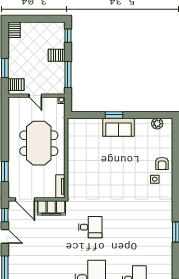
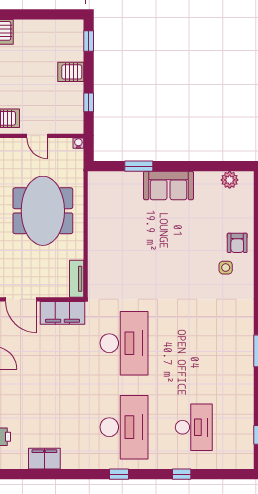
window: (68, 74) -> (89, 102), width x0.46
window: (114, 115) -> (139, 166), moved
desk: (90, 227) -> (124, 343), width x1.87, depth x1.30

